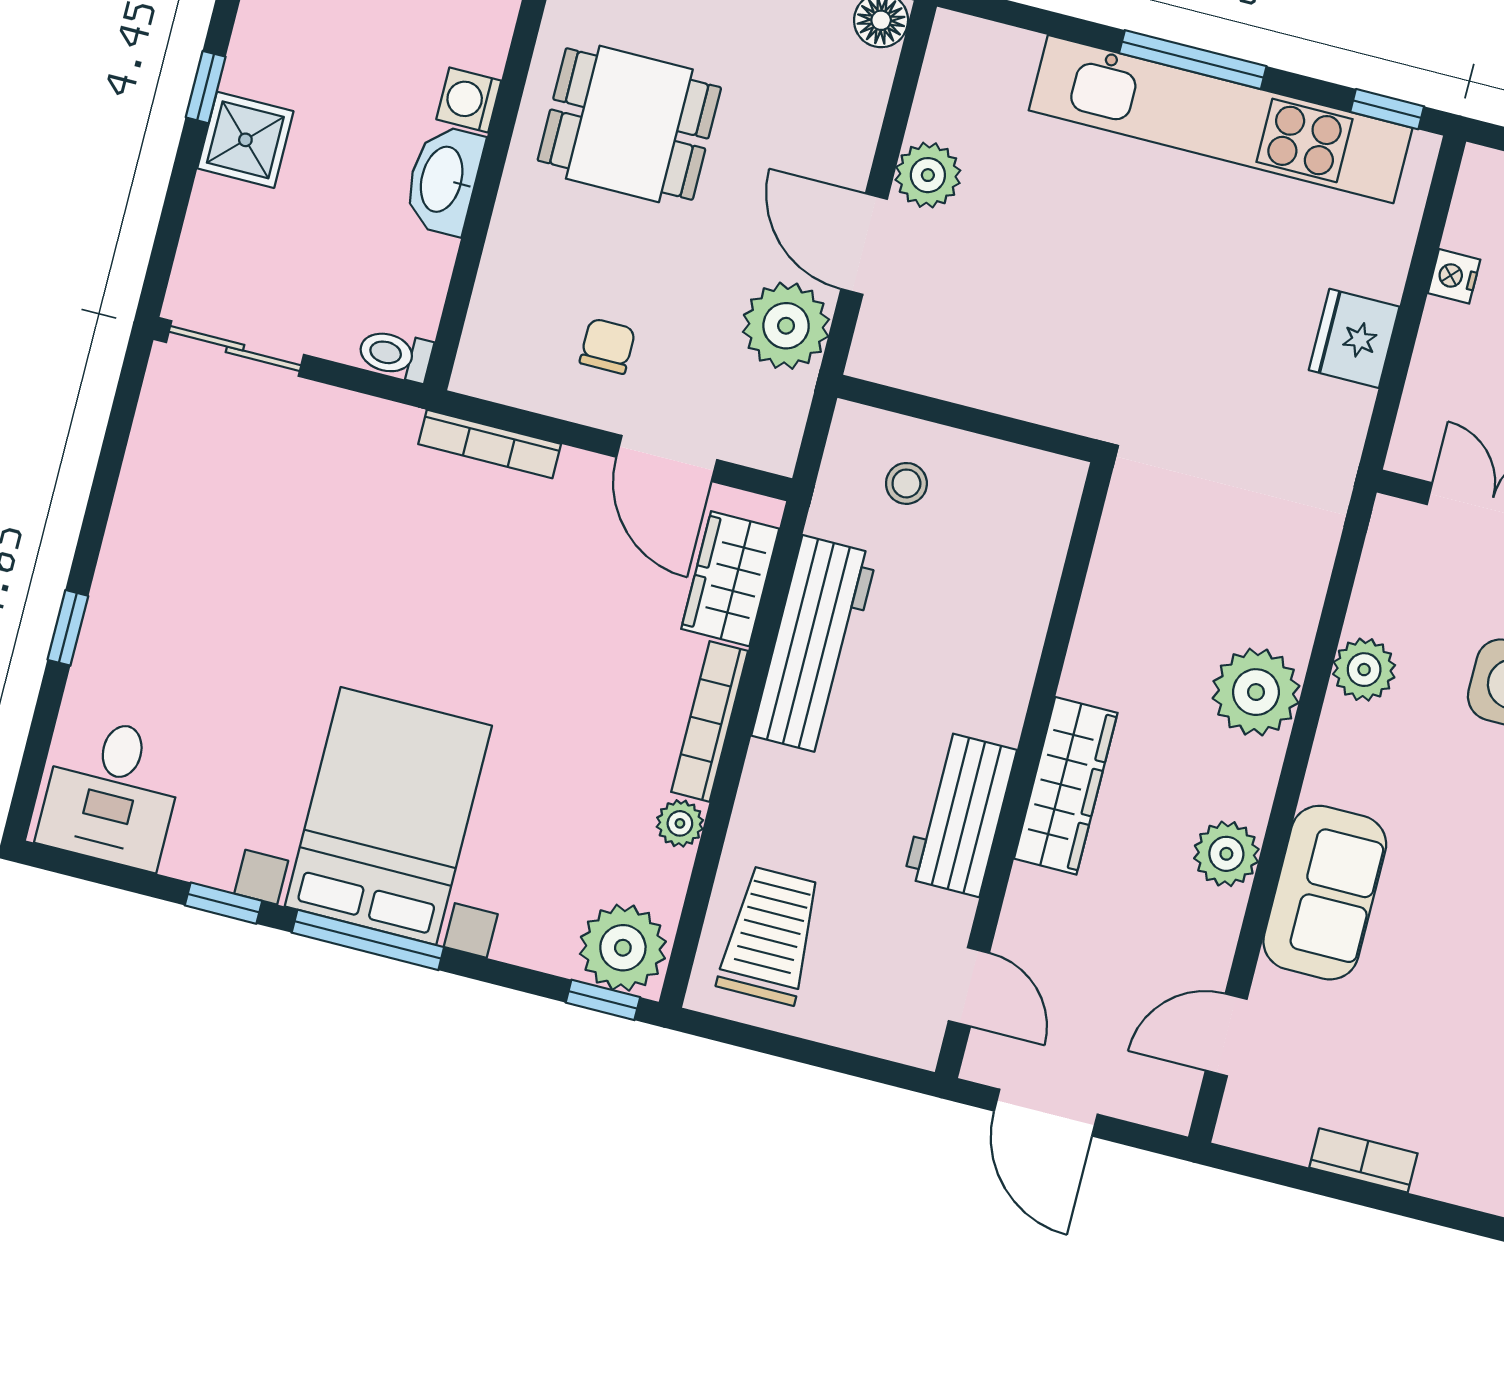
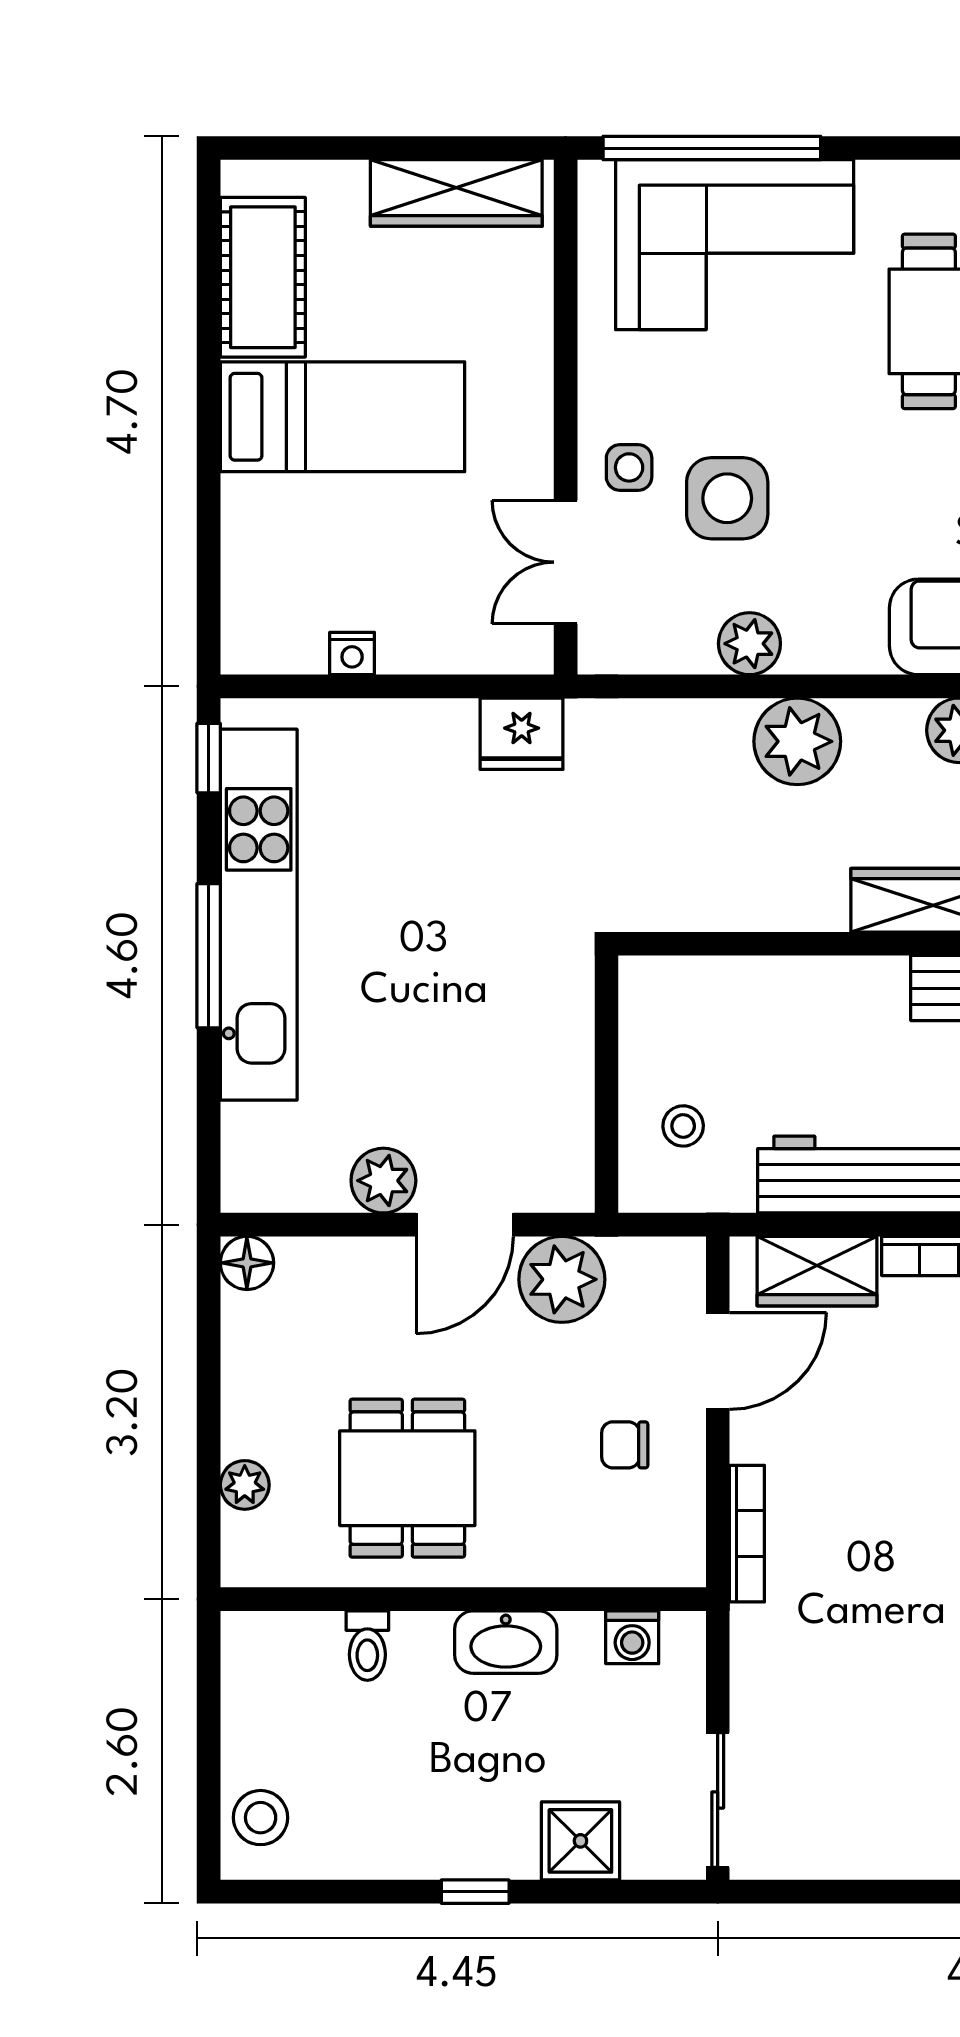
washing machine: (469, 100) -> (632, 1637), moved
shower: (245, 140) -> (580, 1841), moved
fridge: (1354, 338) -> (522, 734), moved
toilet: (395, 355) -> (367, 1646), moved

